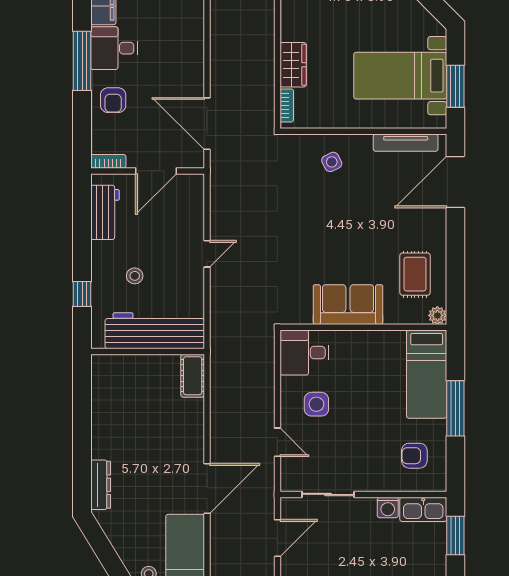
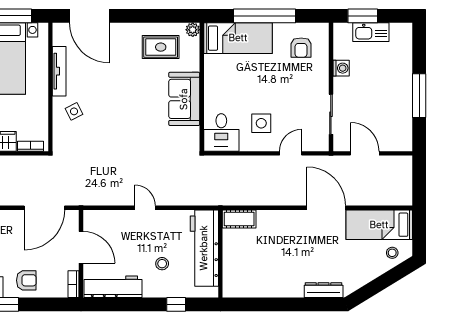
tv unit: (406, 143) -> (59, 71), moved
workbench: (105, 212) -> (113, 287), width x1.38
window: (455, 408) -> (264, 16), width x1.46
kitchen sink: (423, 509) -> (371, 32), moved, turned 90

